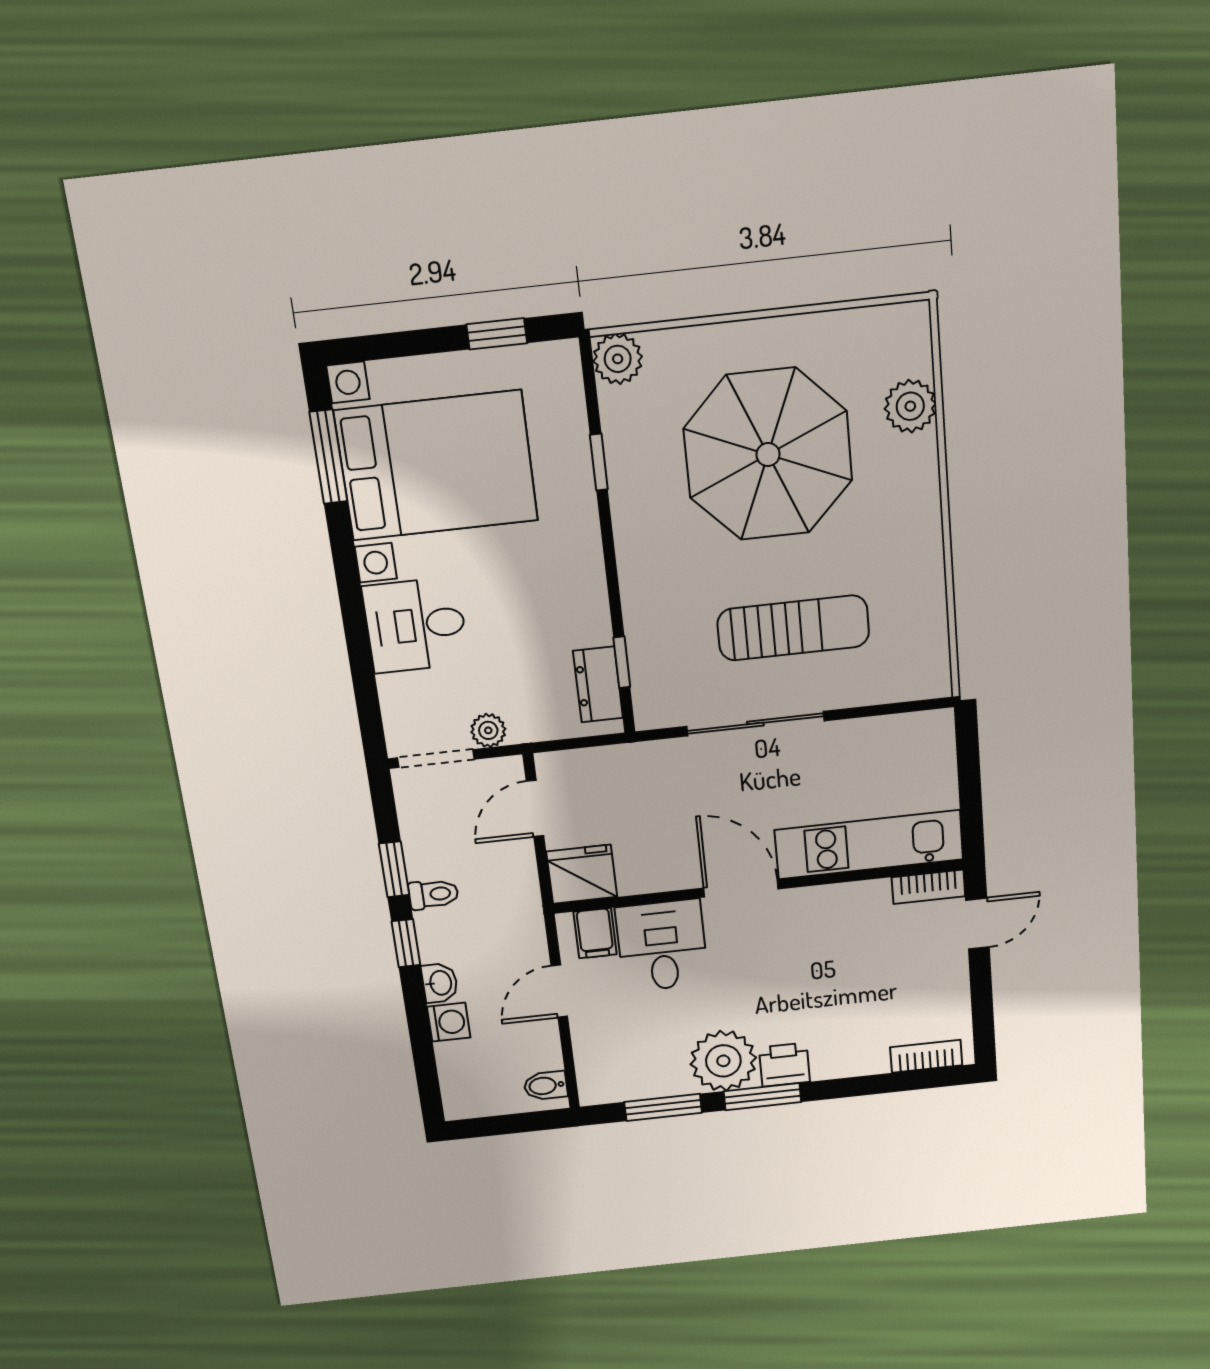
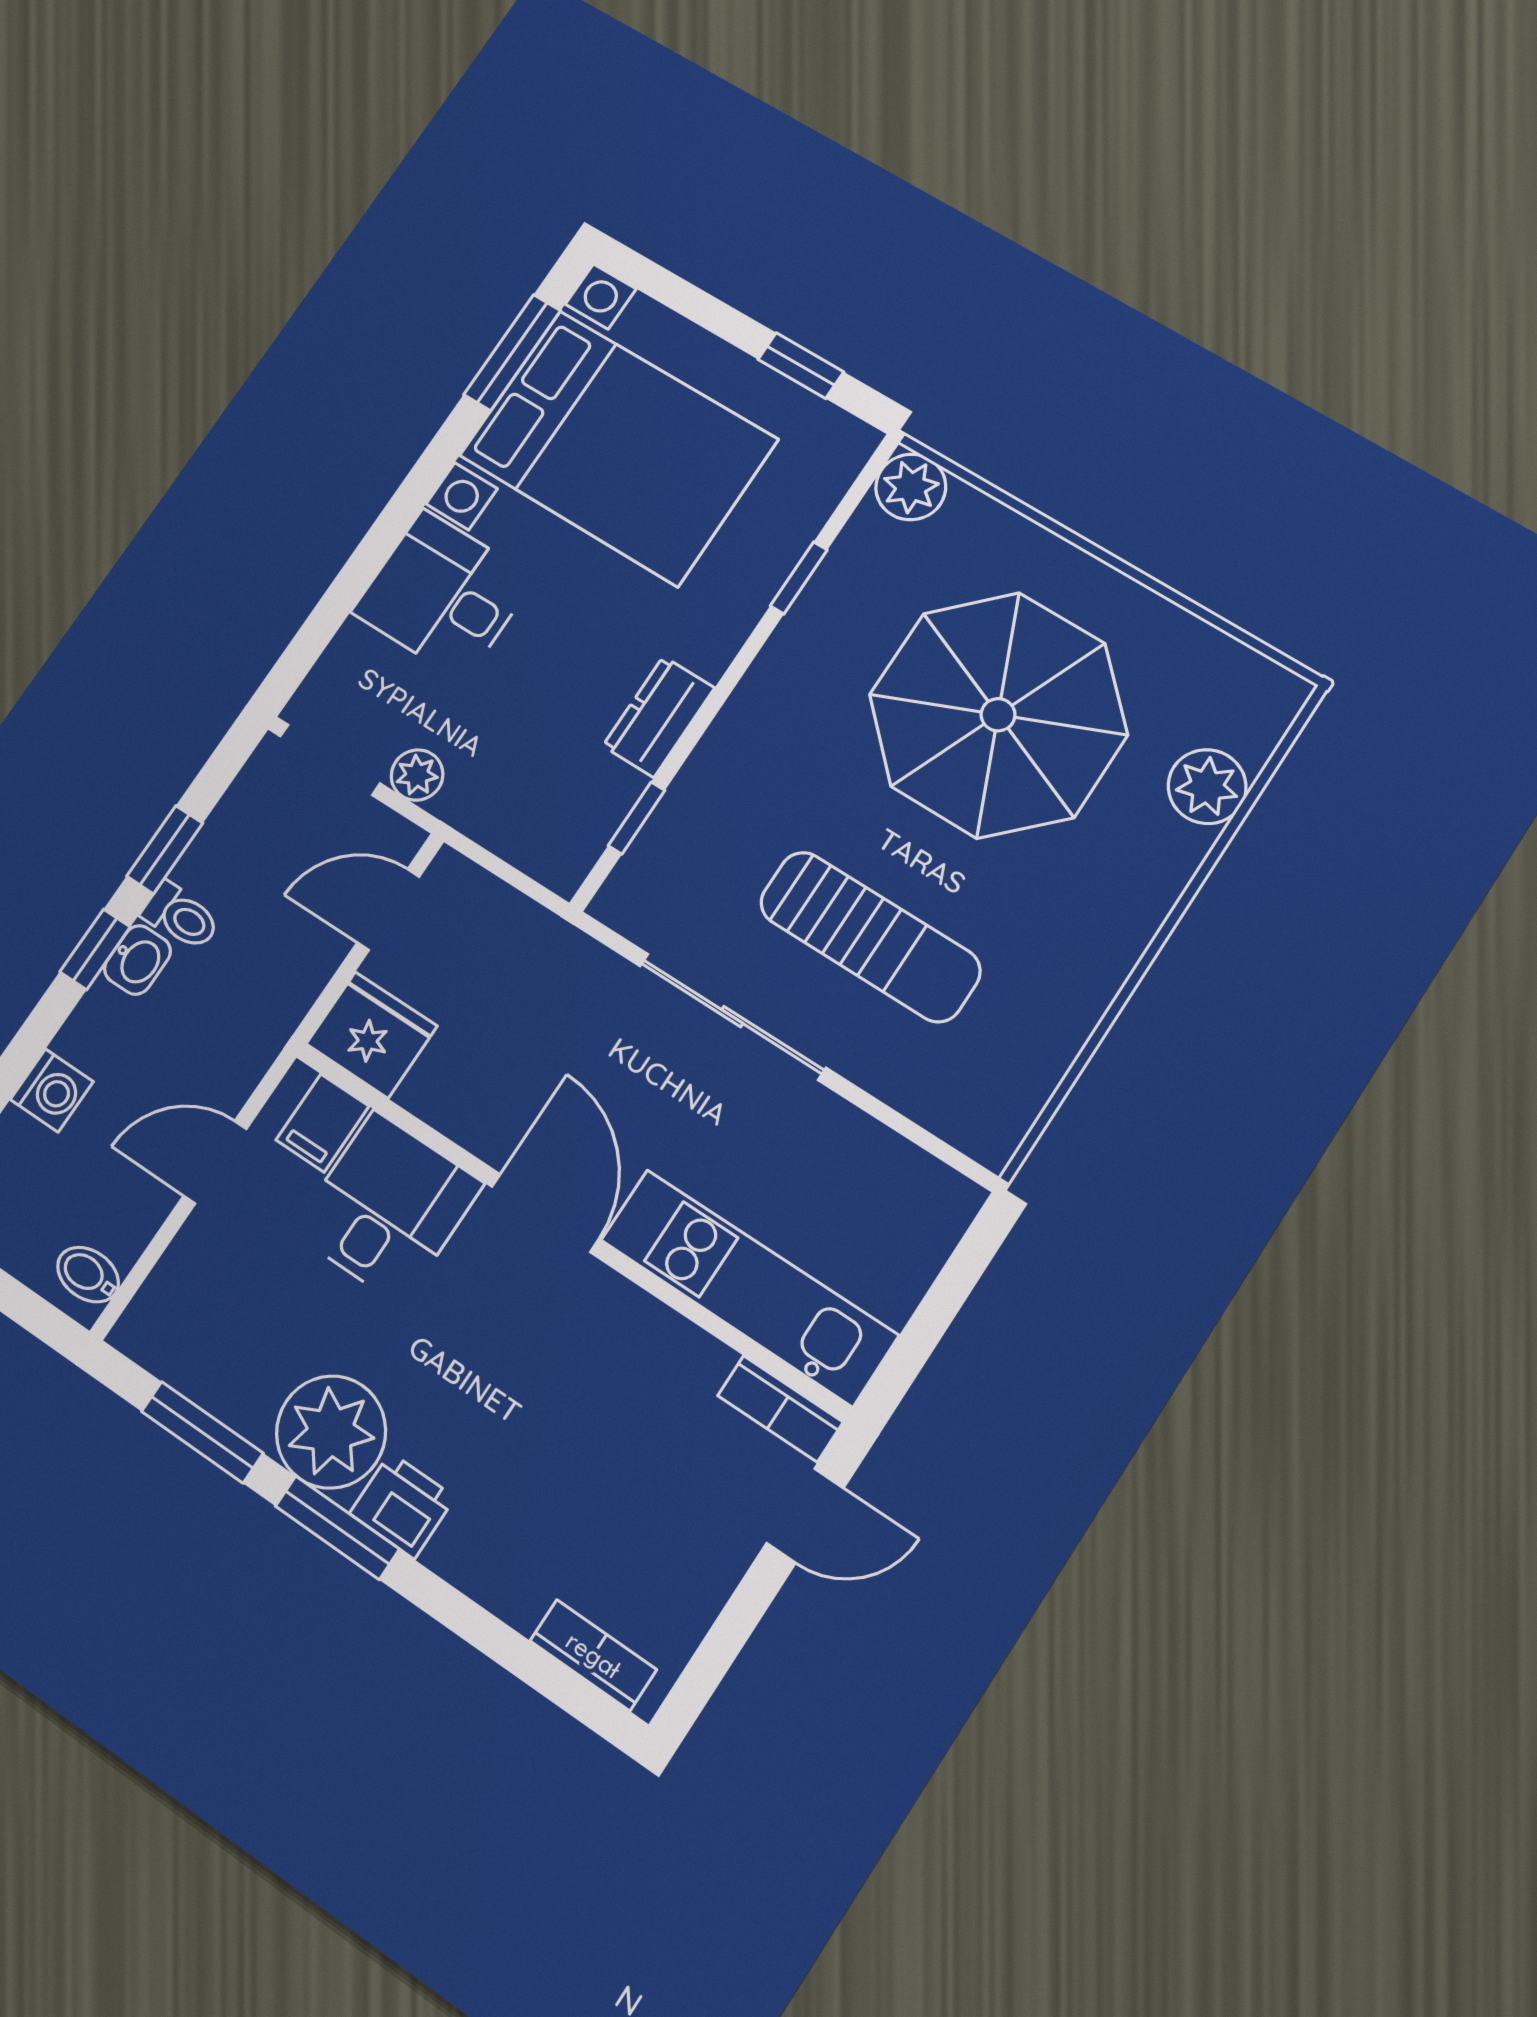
dresser: (598, 685) -> (659, 717), moved
washbasin: (440, 983) -> (137, 960), moved

